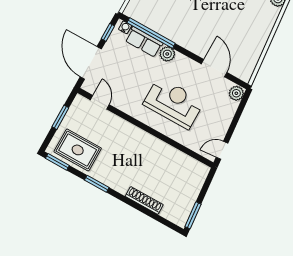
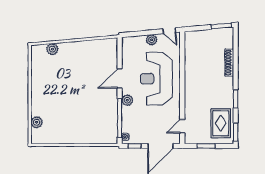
row of seats: (144, 42) -> (128, 119), removed
door: (214, 68) -> (120, 78), moved
plant: (236, 93) -> (152, 40), moved
reception desk: (174, 103) -> (156, 79), width x1.36, depth x1.30

